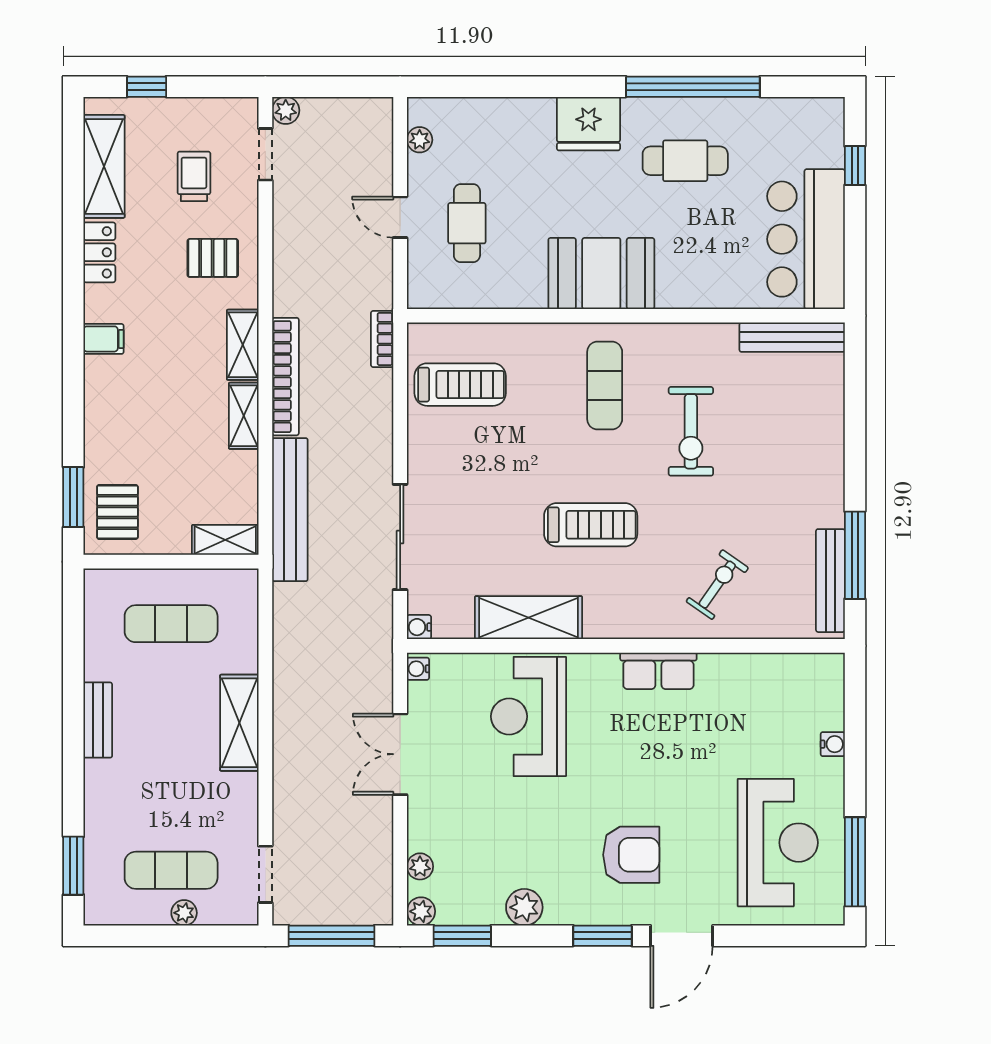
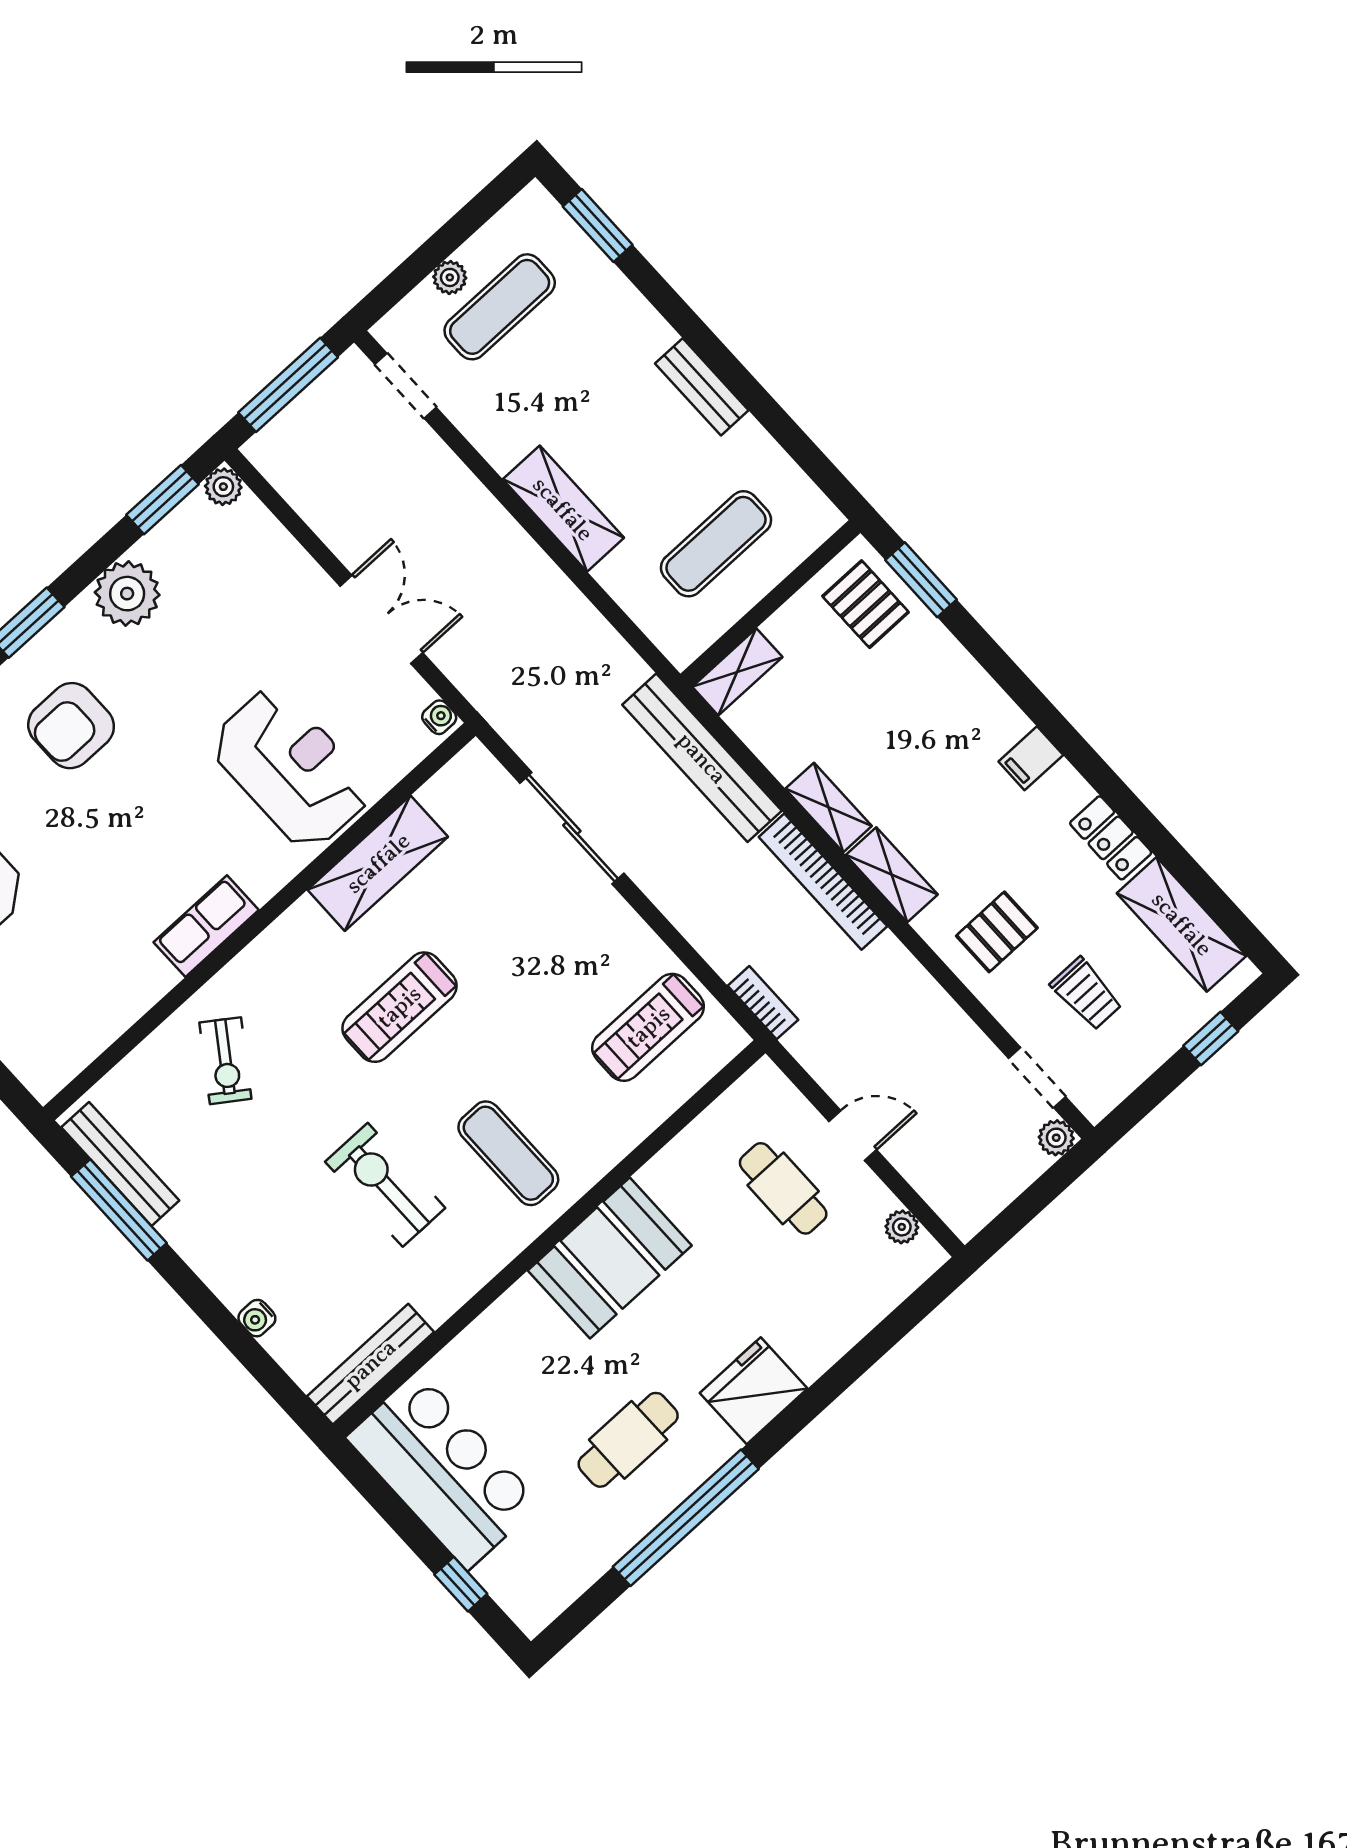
water cooler: (419, 627) -> (257, 1318), moved, turned 180
plant: (420, 866) -> (264, 529), removed
plant: (524, 907) -> (127, 594), width x1.36, depth x1.36

